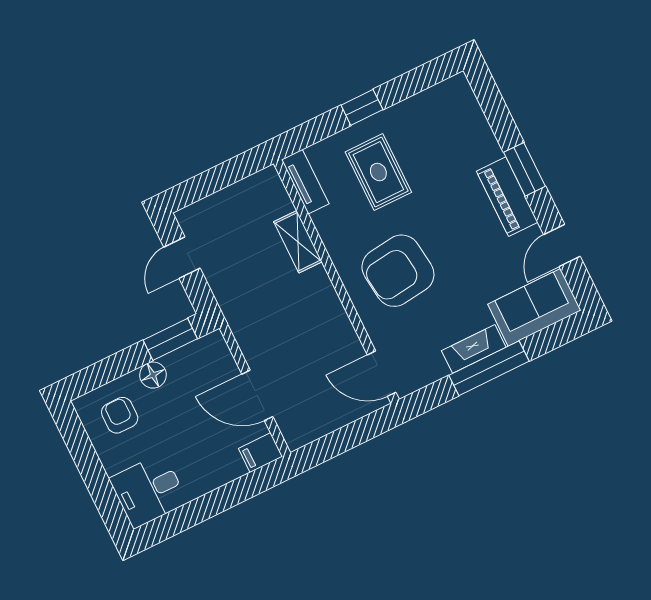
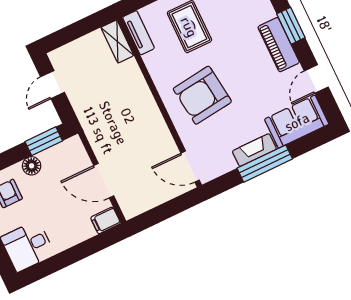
shelving: (298, 242) -> (117, 41), moved

